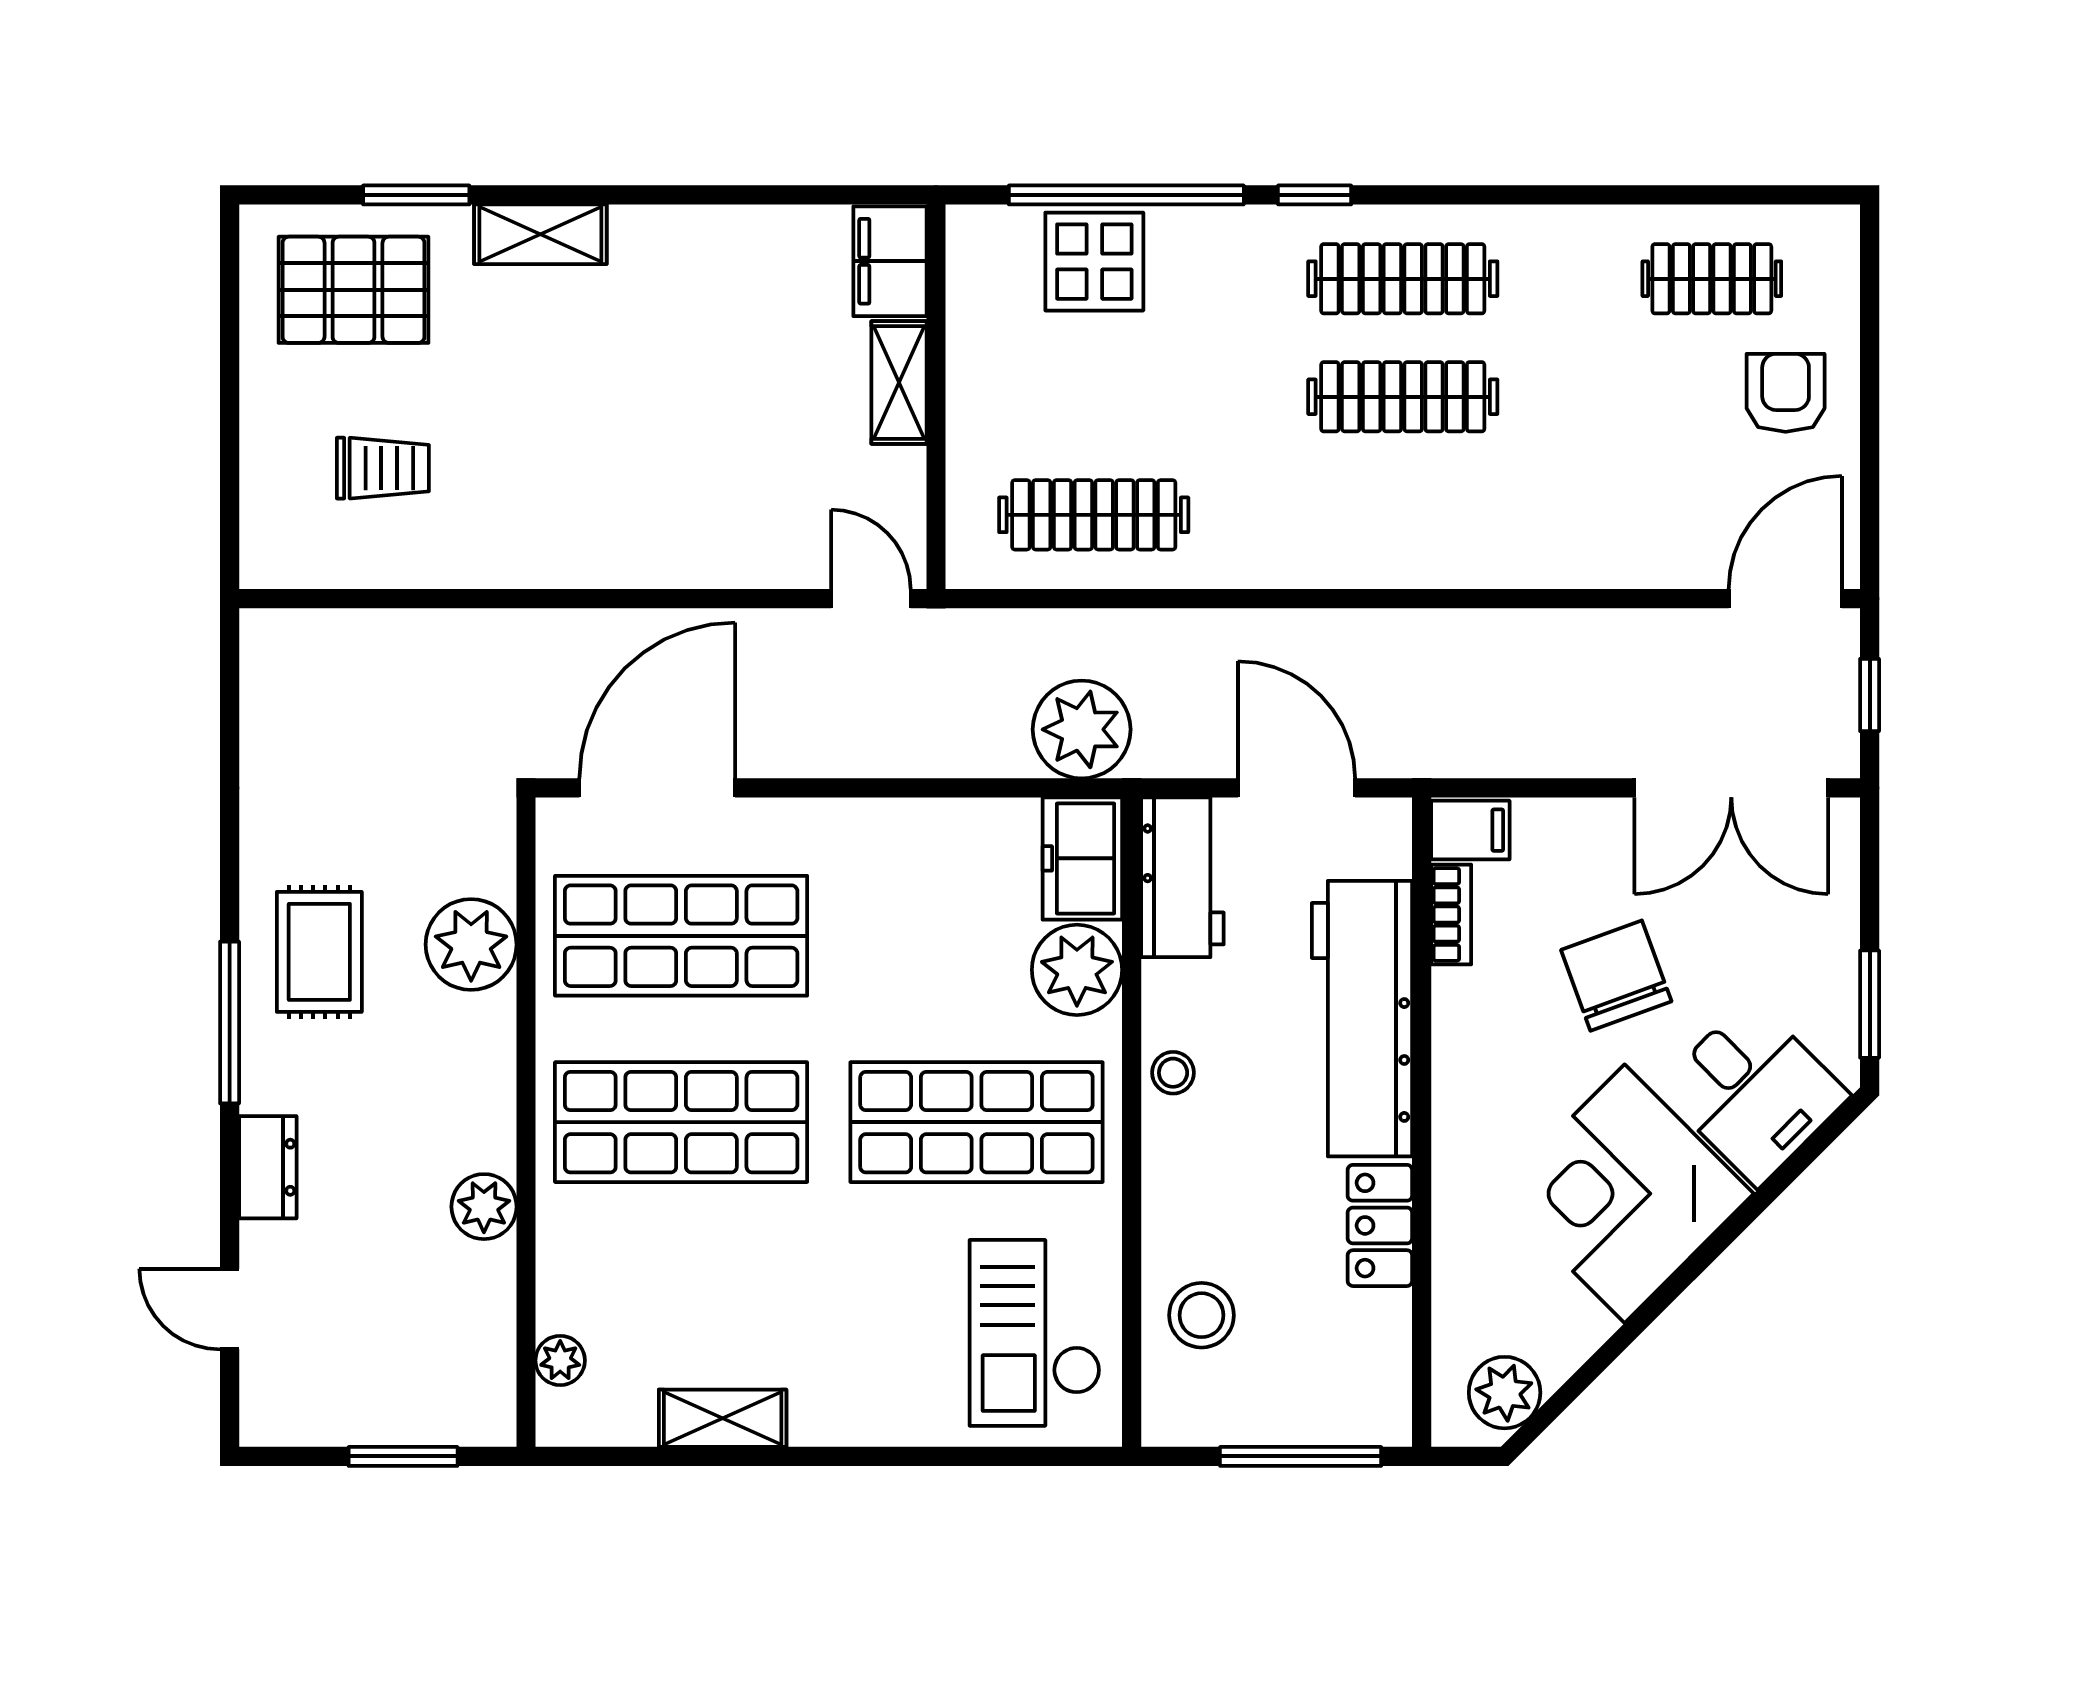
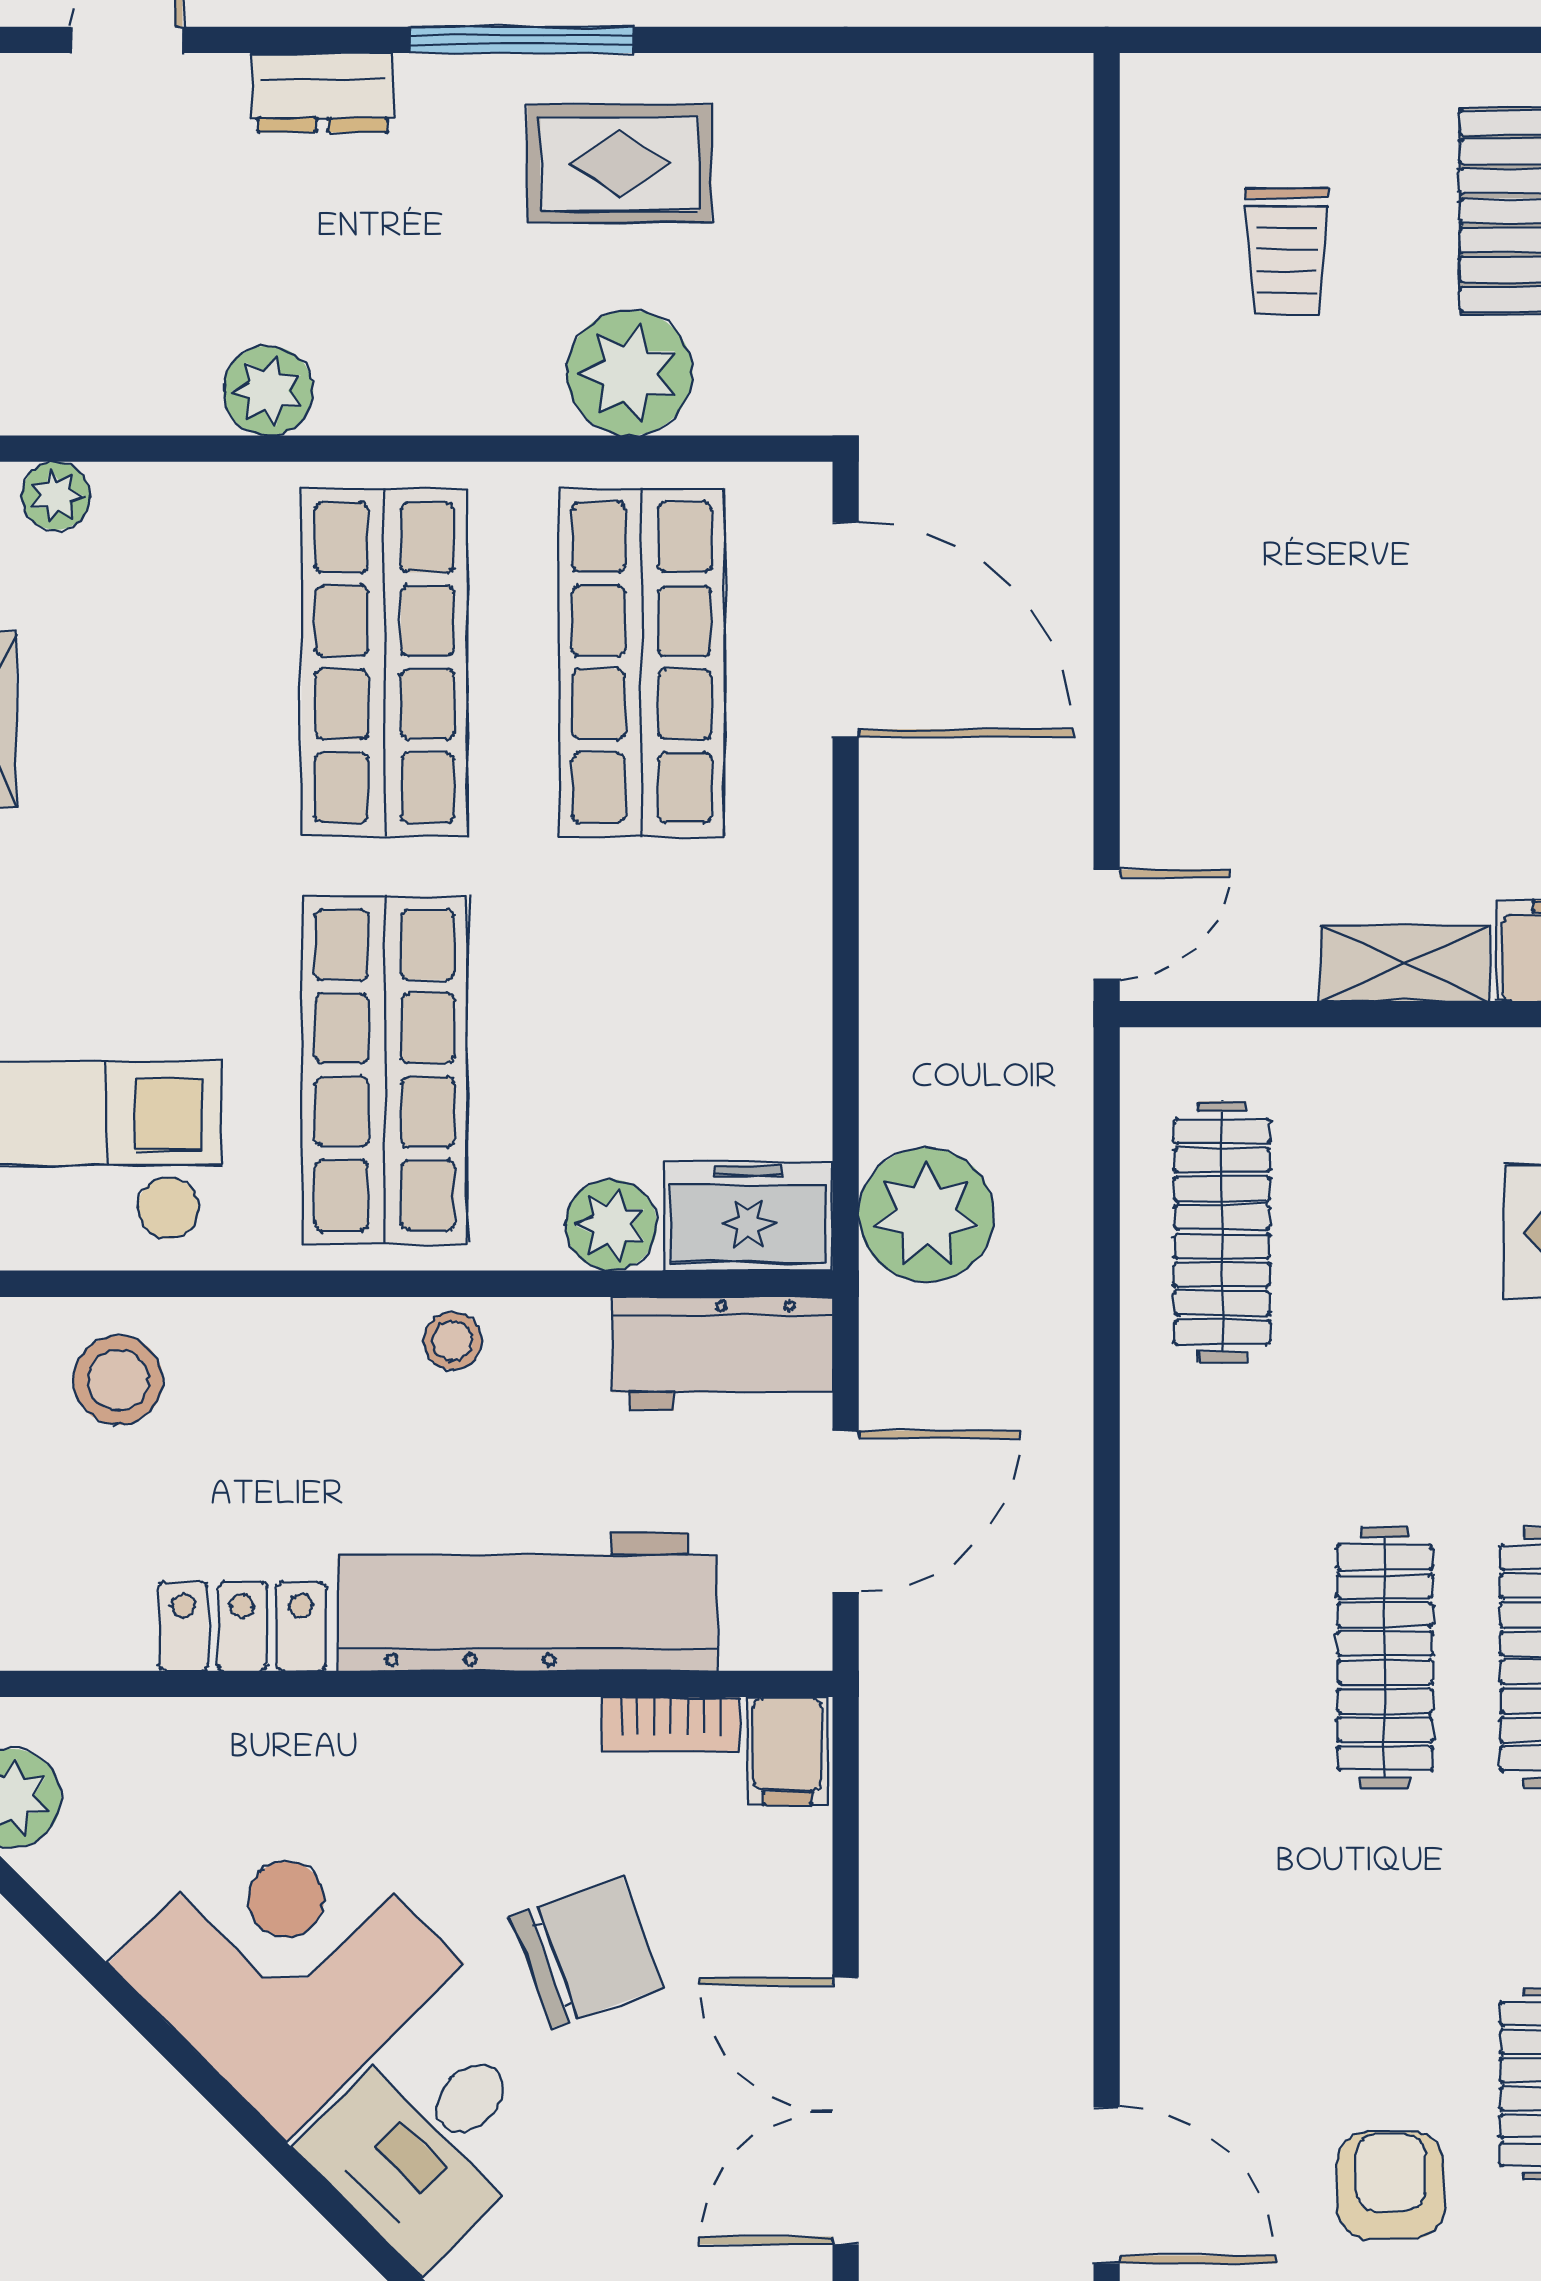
armchair: (1786, 393) -> (1390, 2186), turned -90
plant: (1077, 970) -> (611, 1225), width x0.73, depth x0.73

